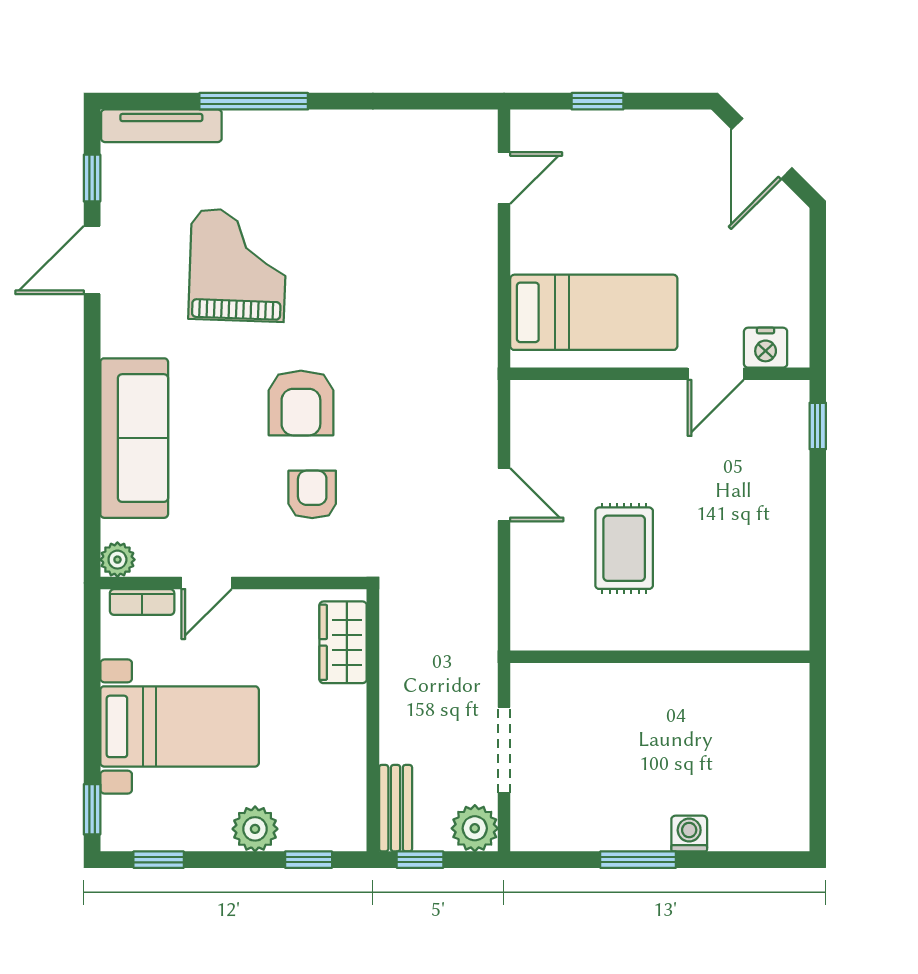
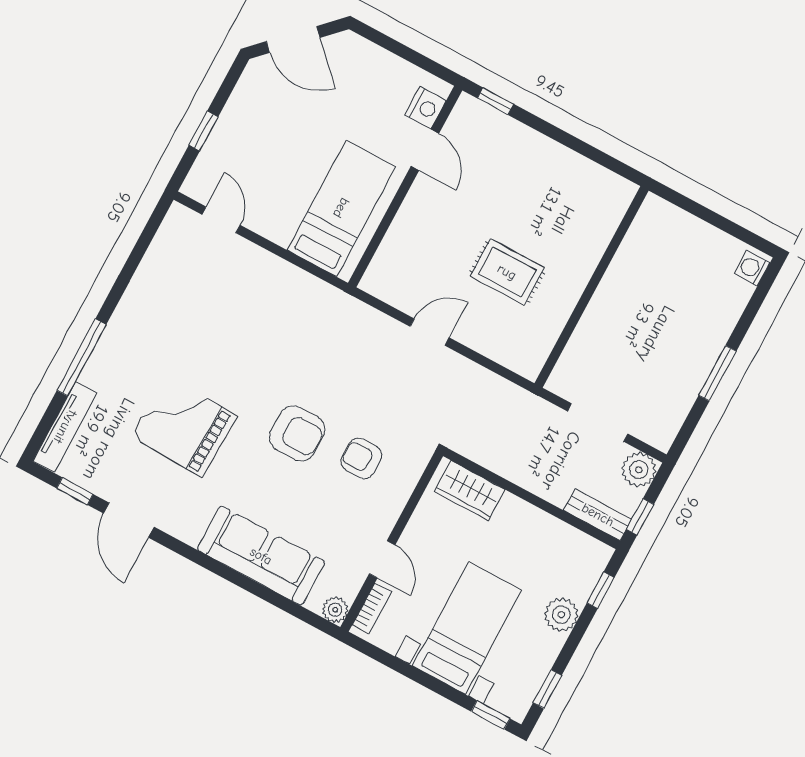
washing machine: (689, 834) -> (752, 268), moved

